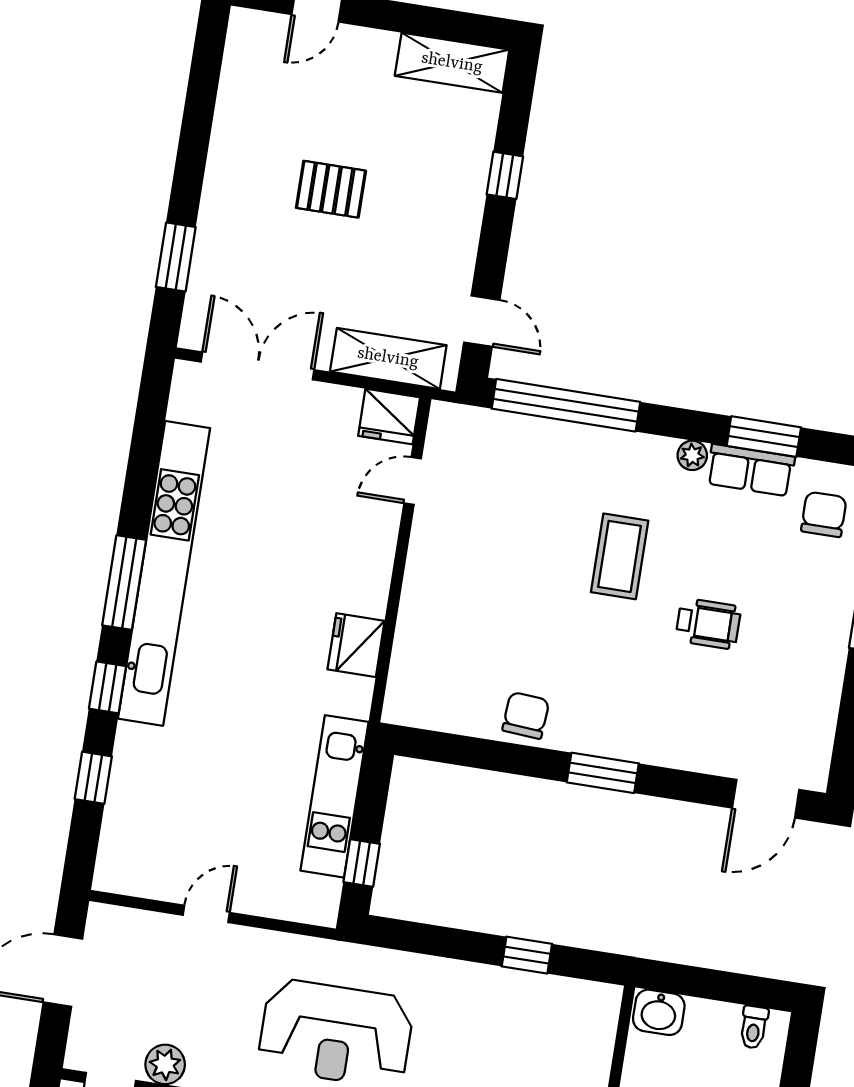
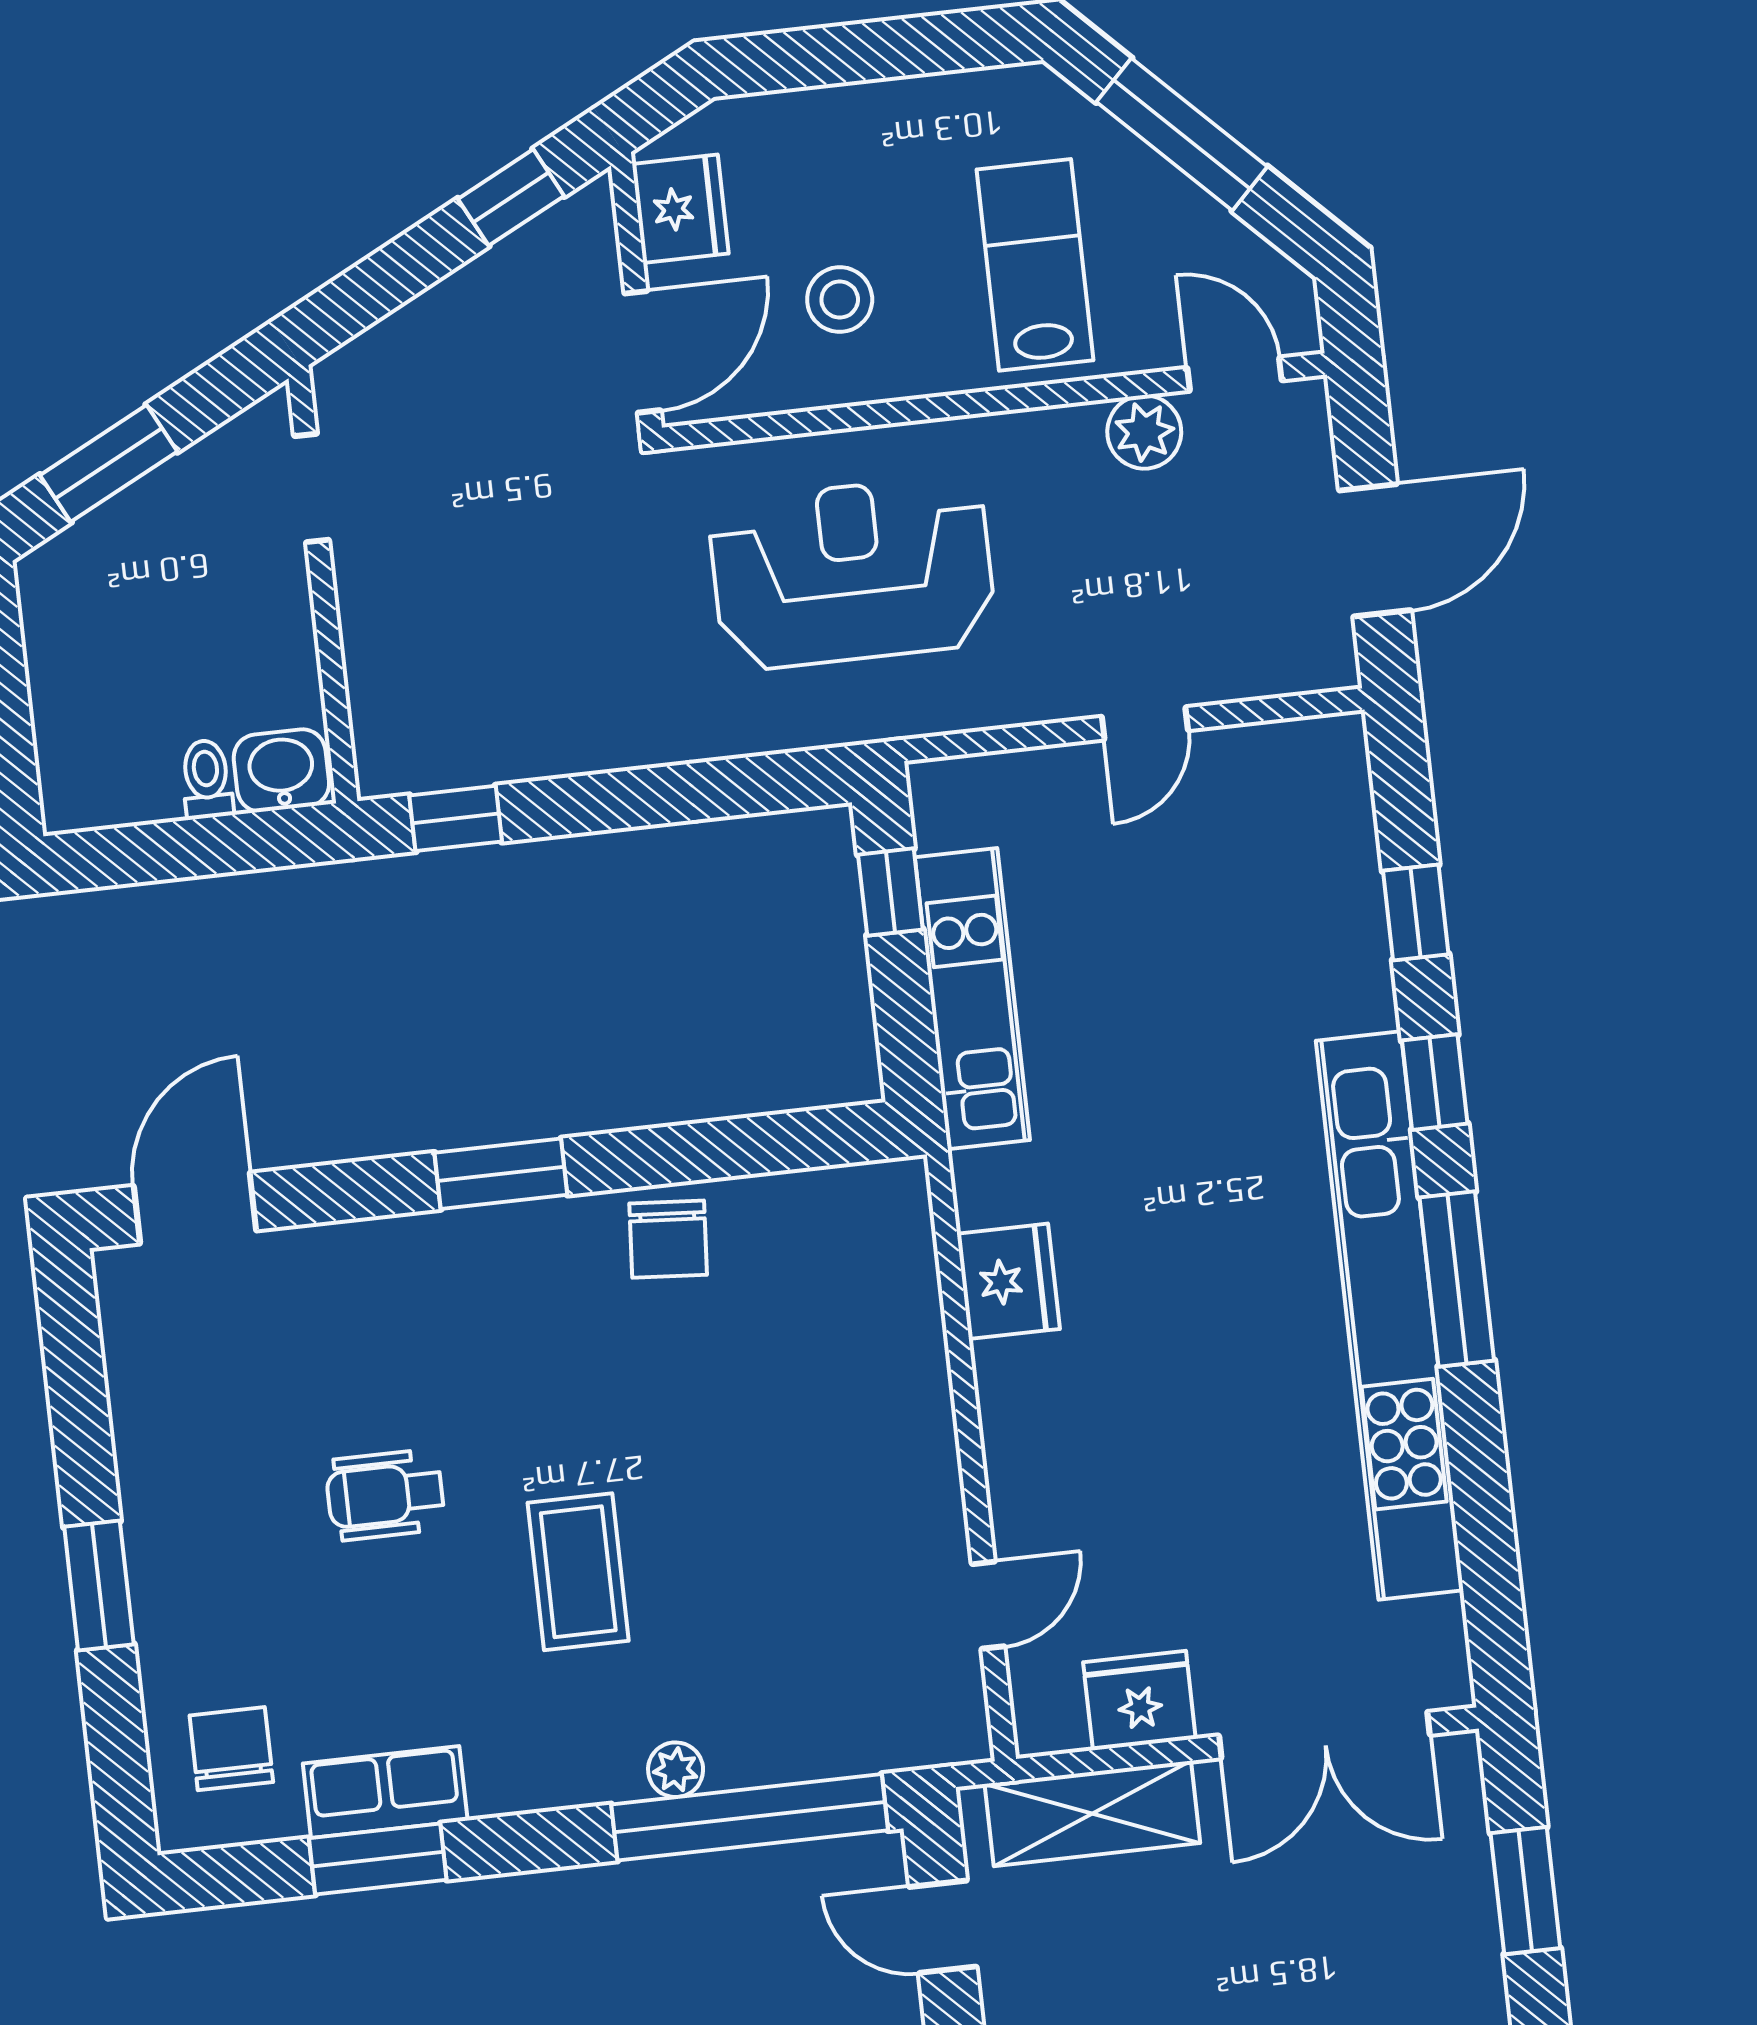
fridge: (389, 417) -> (1139, 1701), moved
plant: (692, 455) -> (676, 1770), moved
chair: (824, 514) -> (231, 1749), turned 180
window: (527, 955) -> (456, 818), moved
toilet: (754, 1027) -> (207, 779), moved

